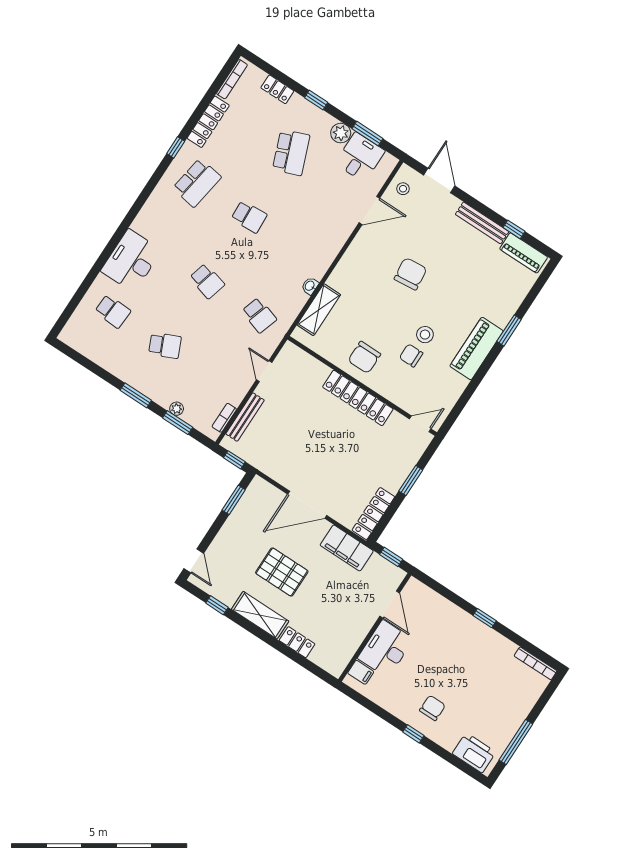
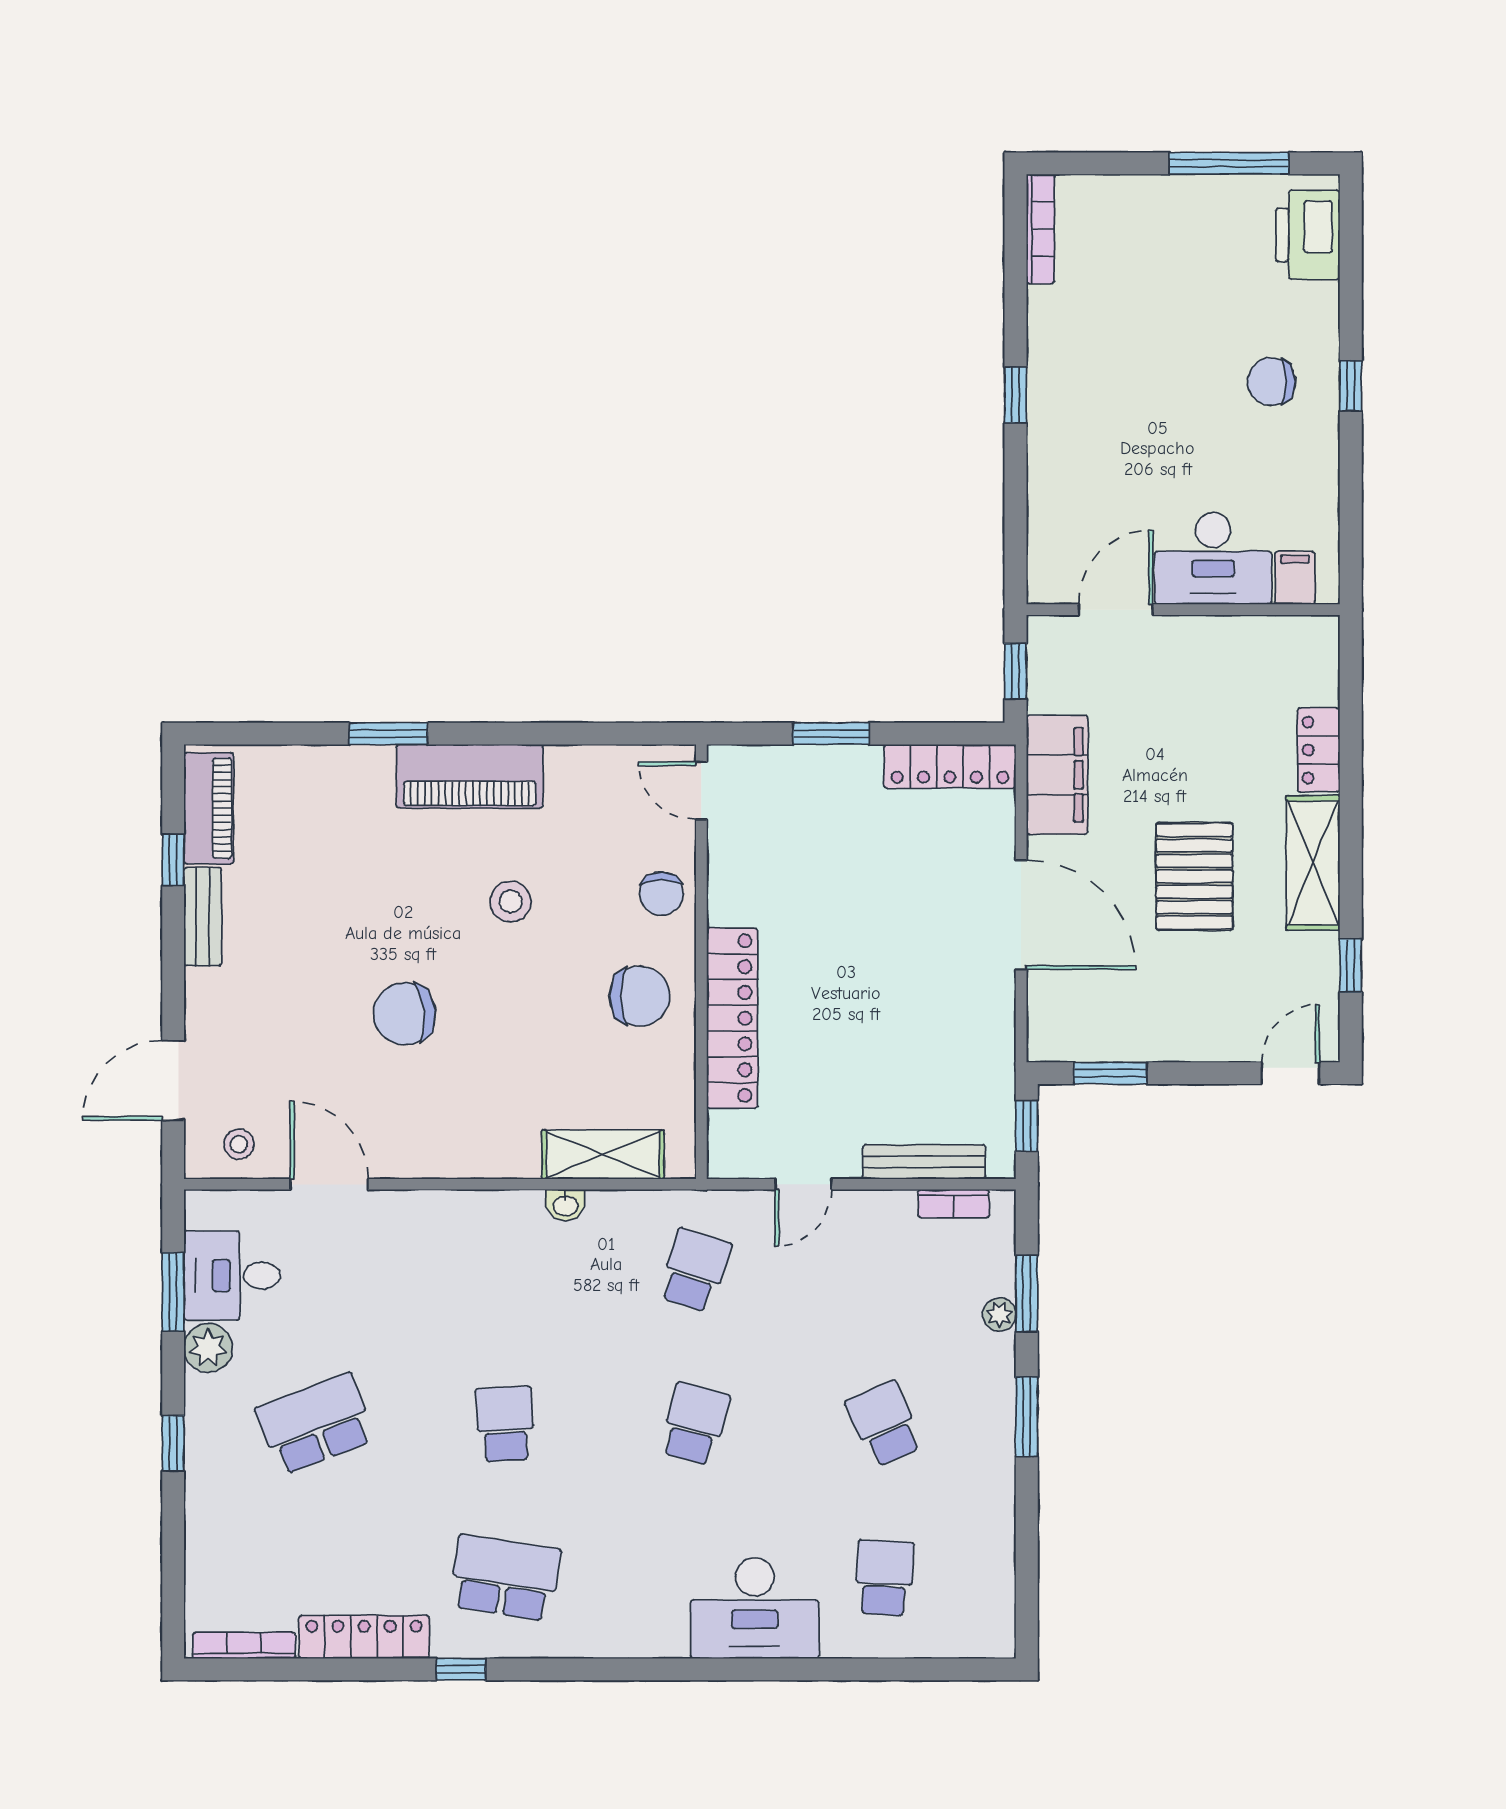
locker: (277, 89) -> (203, 1538), removed
bench: (482, 223) -> (203, 917), width x0.73
chair: (411, 355) -> (661, 894), moved
locker: (358, 398) -> (732, 1018), moved

